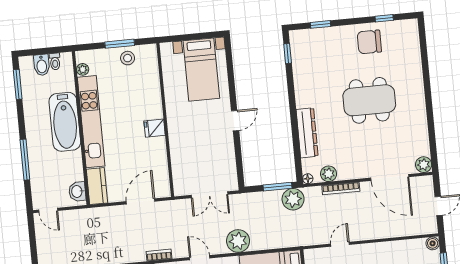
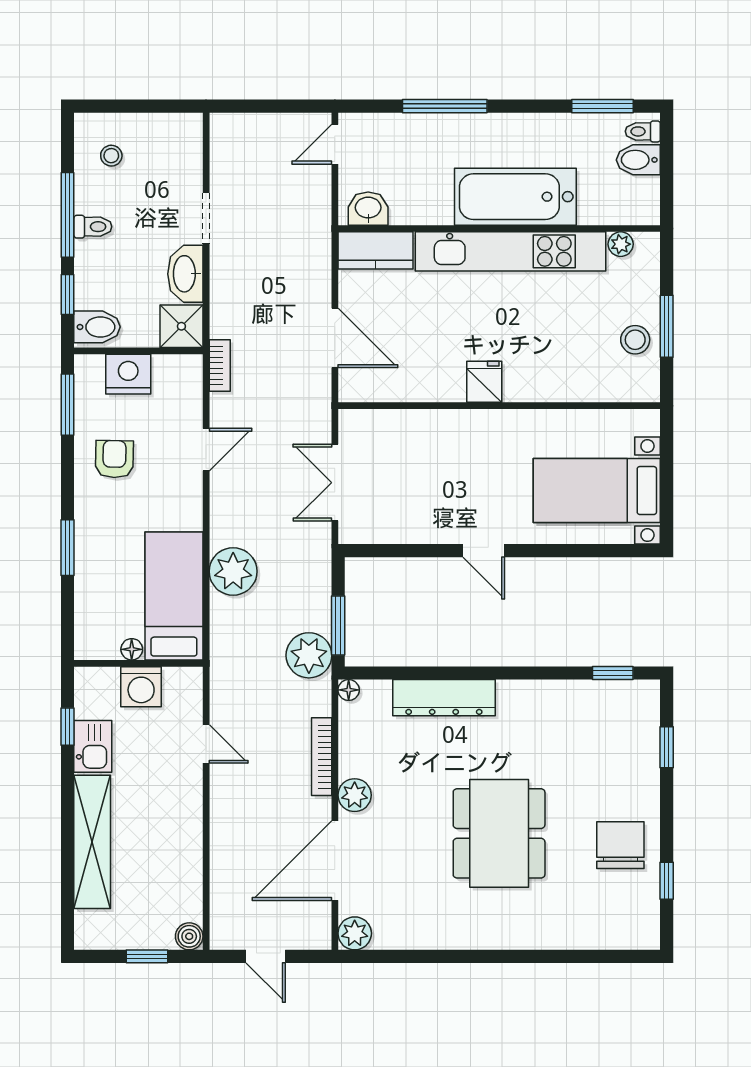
toilet: (55, 61) -> (643, 131), moved
plant: (329, 174) -> (355, 795), moved
plant: (238, 241) -> (233, 571), moved

